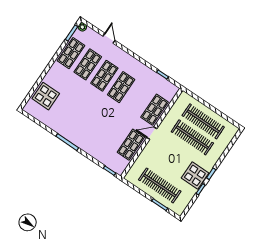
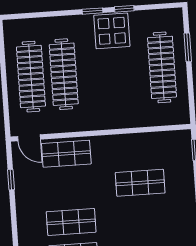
door: (152, 133) -> (29, 138), moved
shop shelf: (131, 145) -> (140, 183), moved

